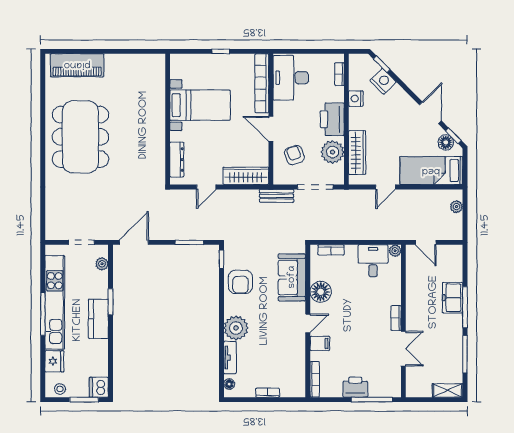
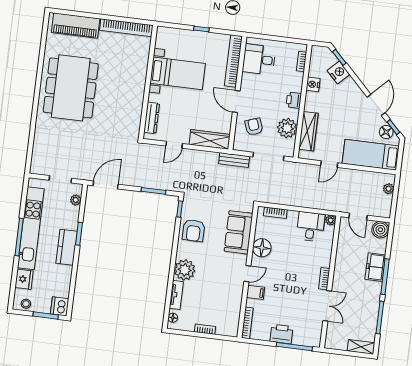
bookcase: (135, 60) -> (126, 28), added
desk: (291, 78) -> (259, 59), width x0.73
printer: (332, 119) -> (294, 100), width x0.53, depth x0.68
boiler: (453, 254) -> (380, 230), added

